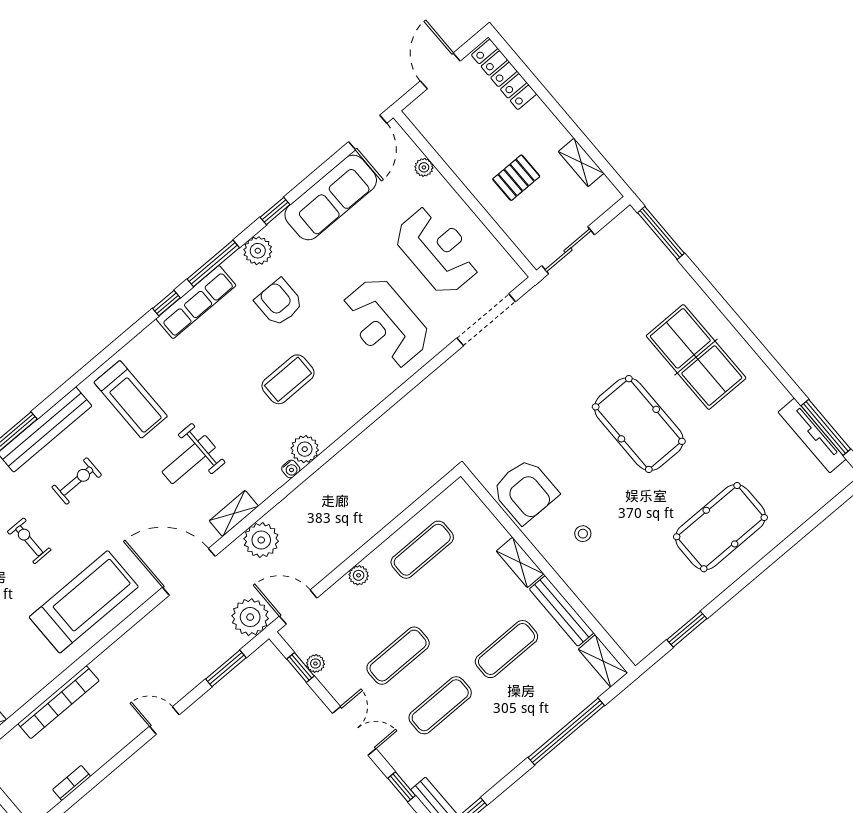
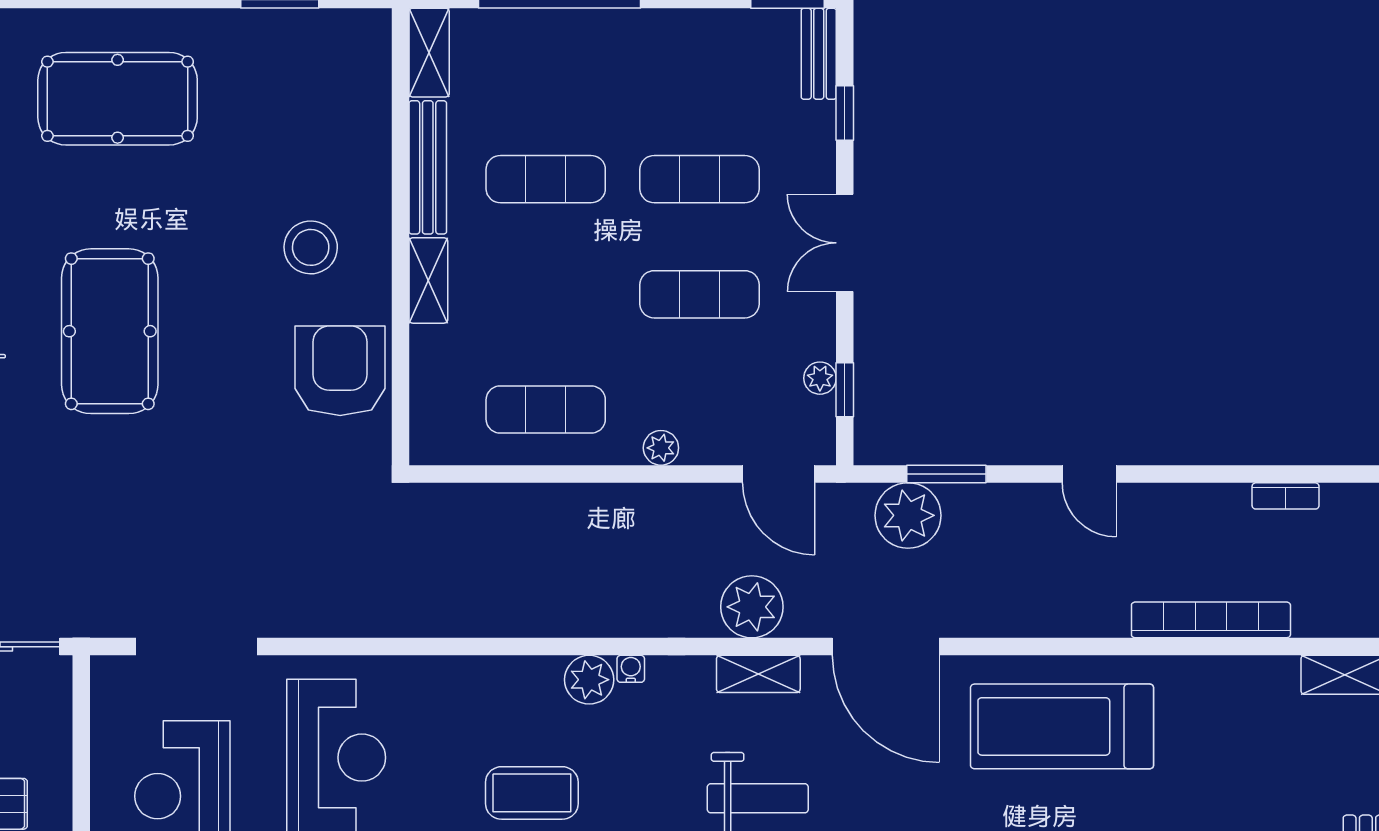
stool: (583, 534) -> (311, 247), width x1.89, depth x1.89
plant: (250, 617) -> (908, 515), moved

